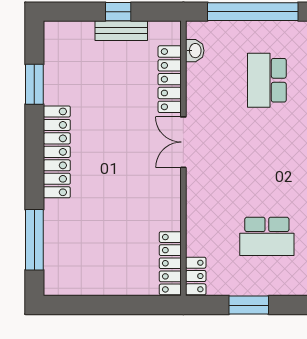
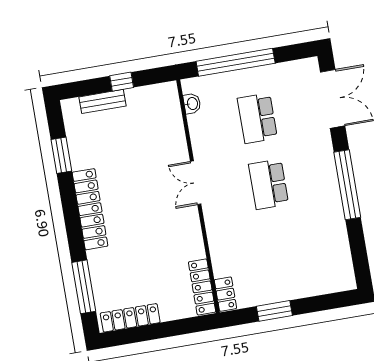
bench: (121, 31) -> (103, 101), moved
locker: (170, 79) -> (130, 318), moved, turned 90
school desk: (267, 236) -> (269, 184), moved, turned 90

